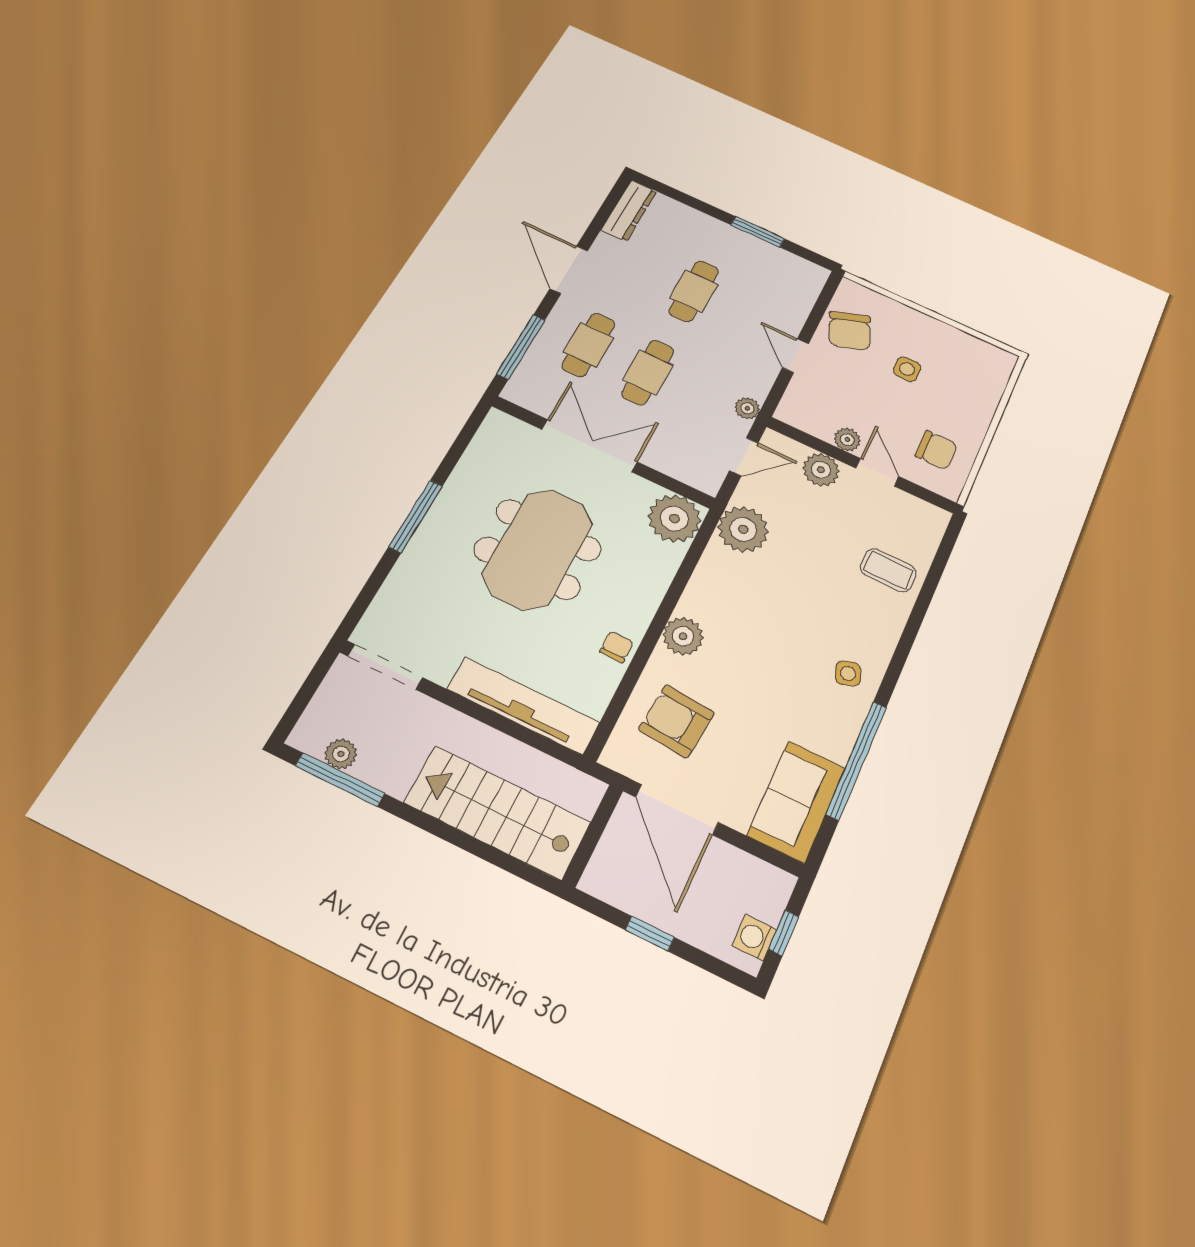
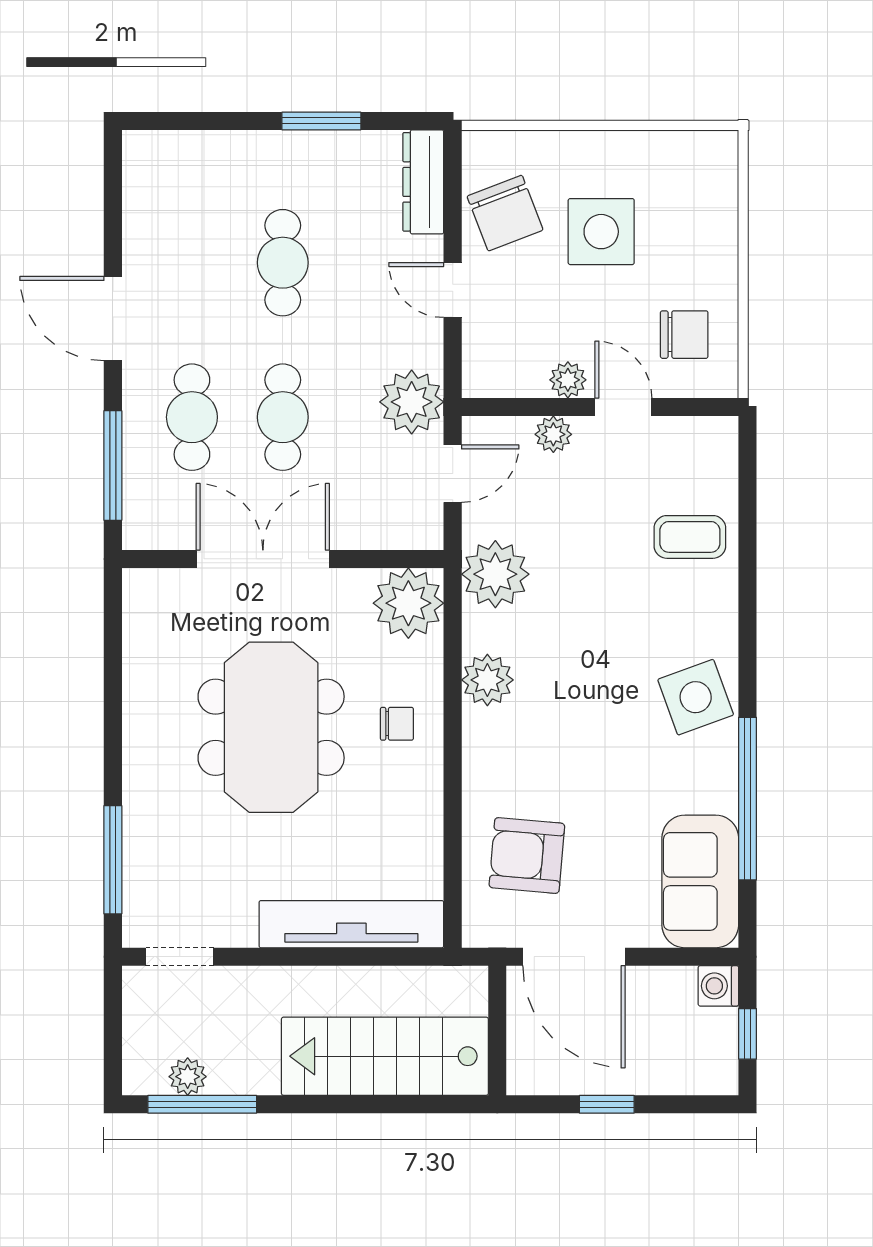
dresser: (629, 211) -> (423, 182), moved, turned 180
side table: (907, 369) -> (601, 232), width x1.87, depth x1.87
plant: (747, 408) -> (412, 402), width x1.88, depth x1.88
plant: (821, 470) -> (553, 434), width x0.73, depth x0.73
window: (416, 516) -> (113, 860), moved
plant: (683, 636) -> (487, 680), moved
chair: (617, 647) -> (397, 724), moved, turned 90
doorway: (385, 667) -> (180, 957), width x0.73
side table: (848, 674) -> (696, 697), width x1.87, depth x1.87
washing machine: (754, 937) -> (718, 986), moved

